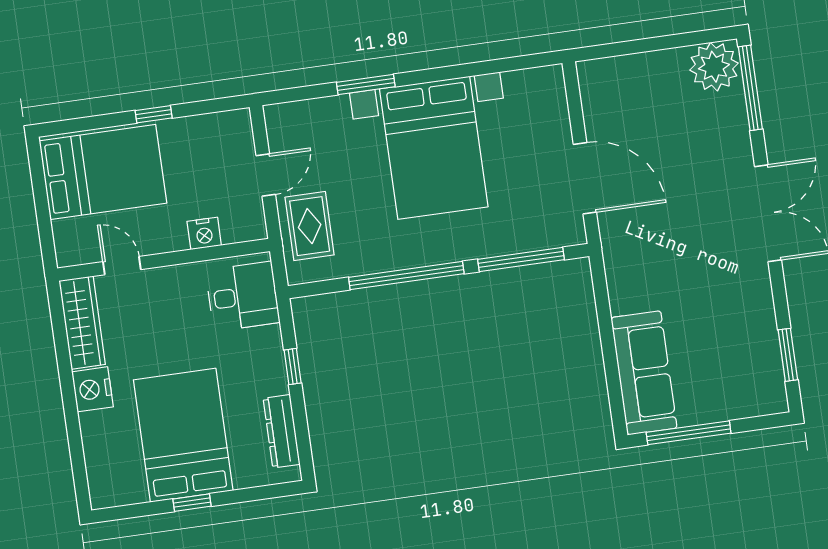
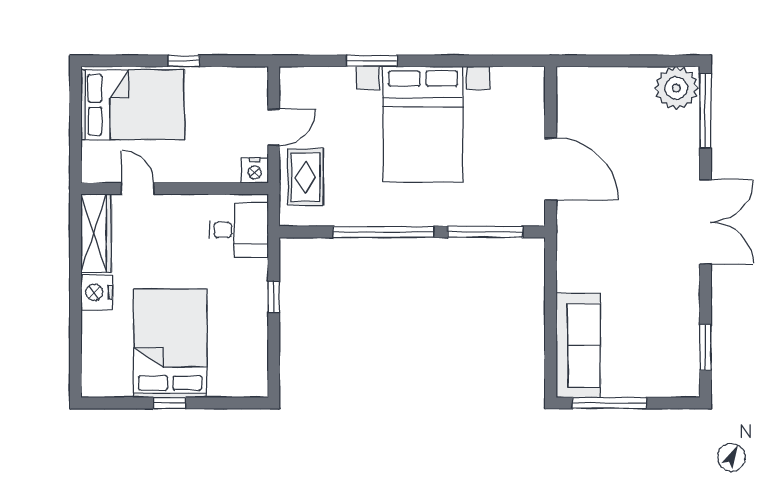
nightstand: (204, 233) -> (255, 171), moved
dresser: (282, 431) -> (256, 352), removed

